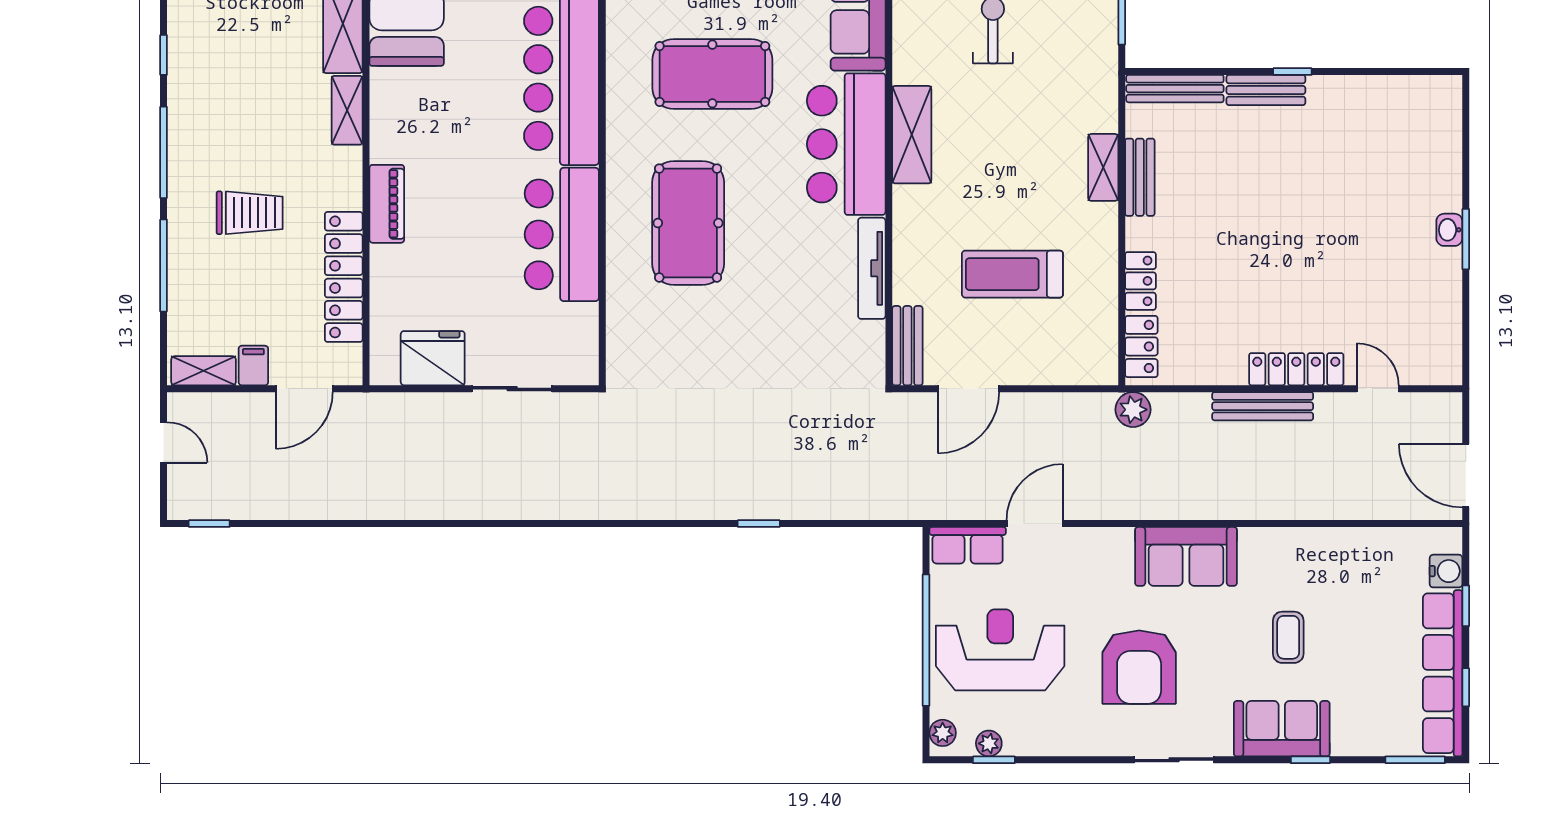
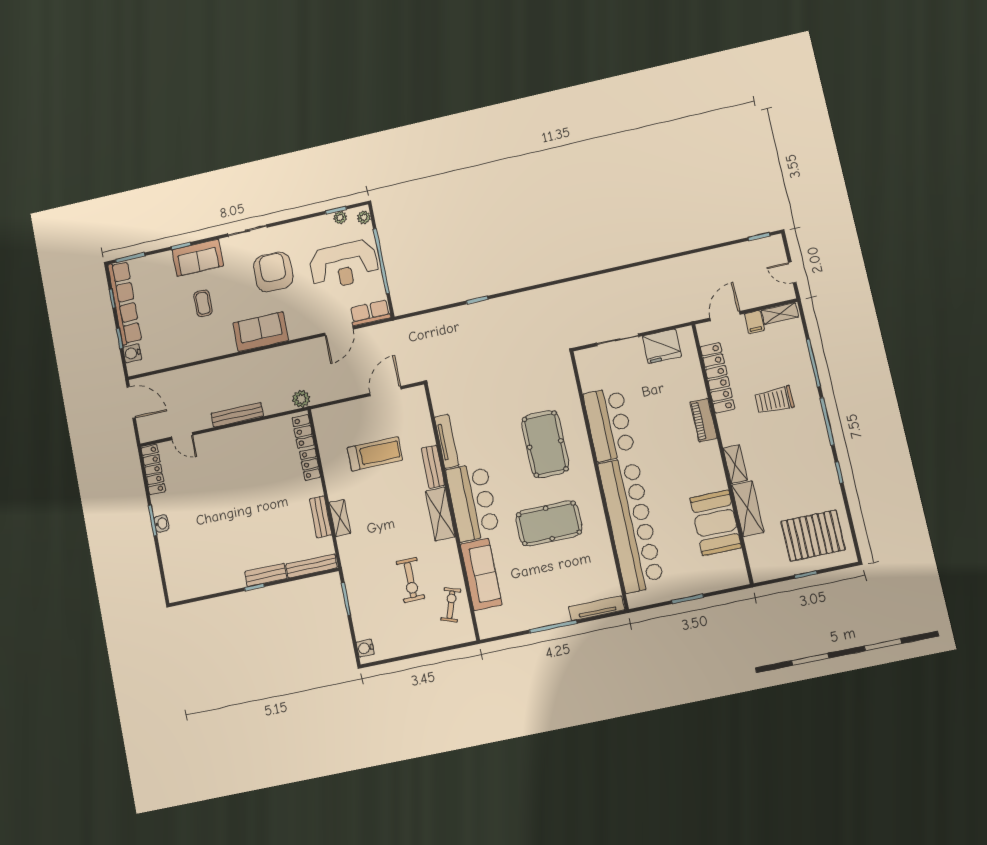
bench: (907, 346) -> (433, 467), moved
locker: (1296, 369) -> (153, 470), moved, turned -90

